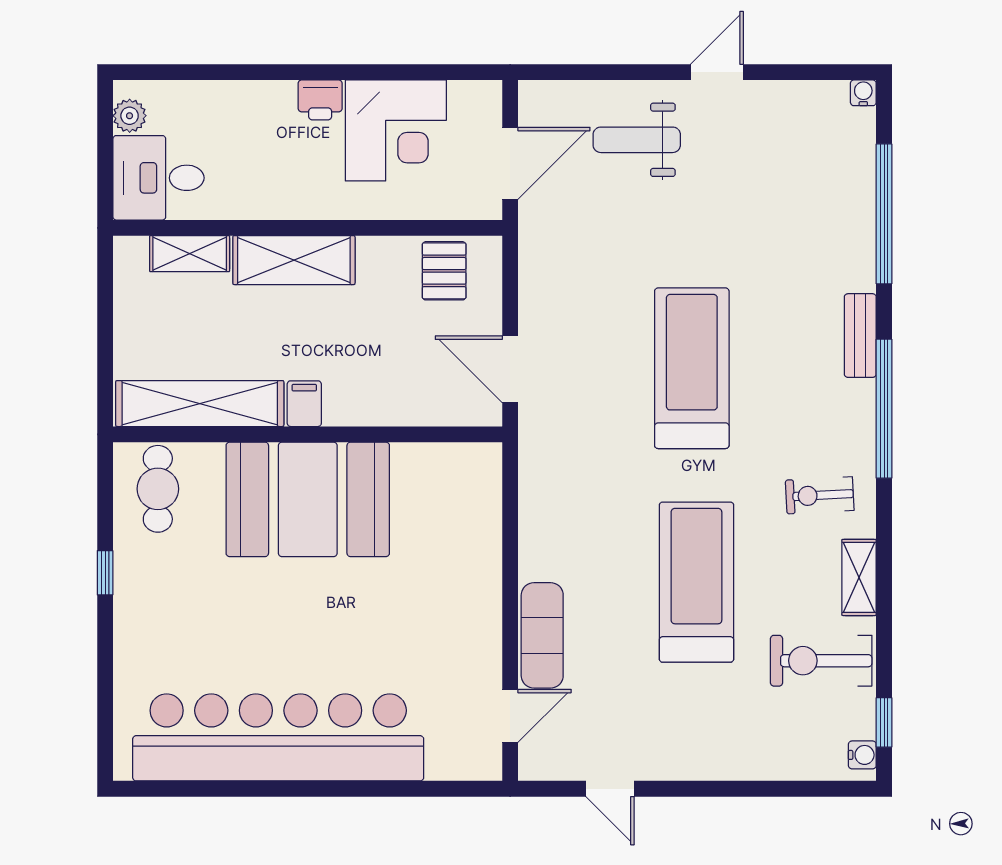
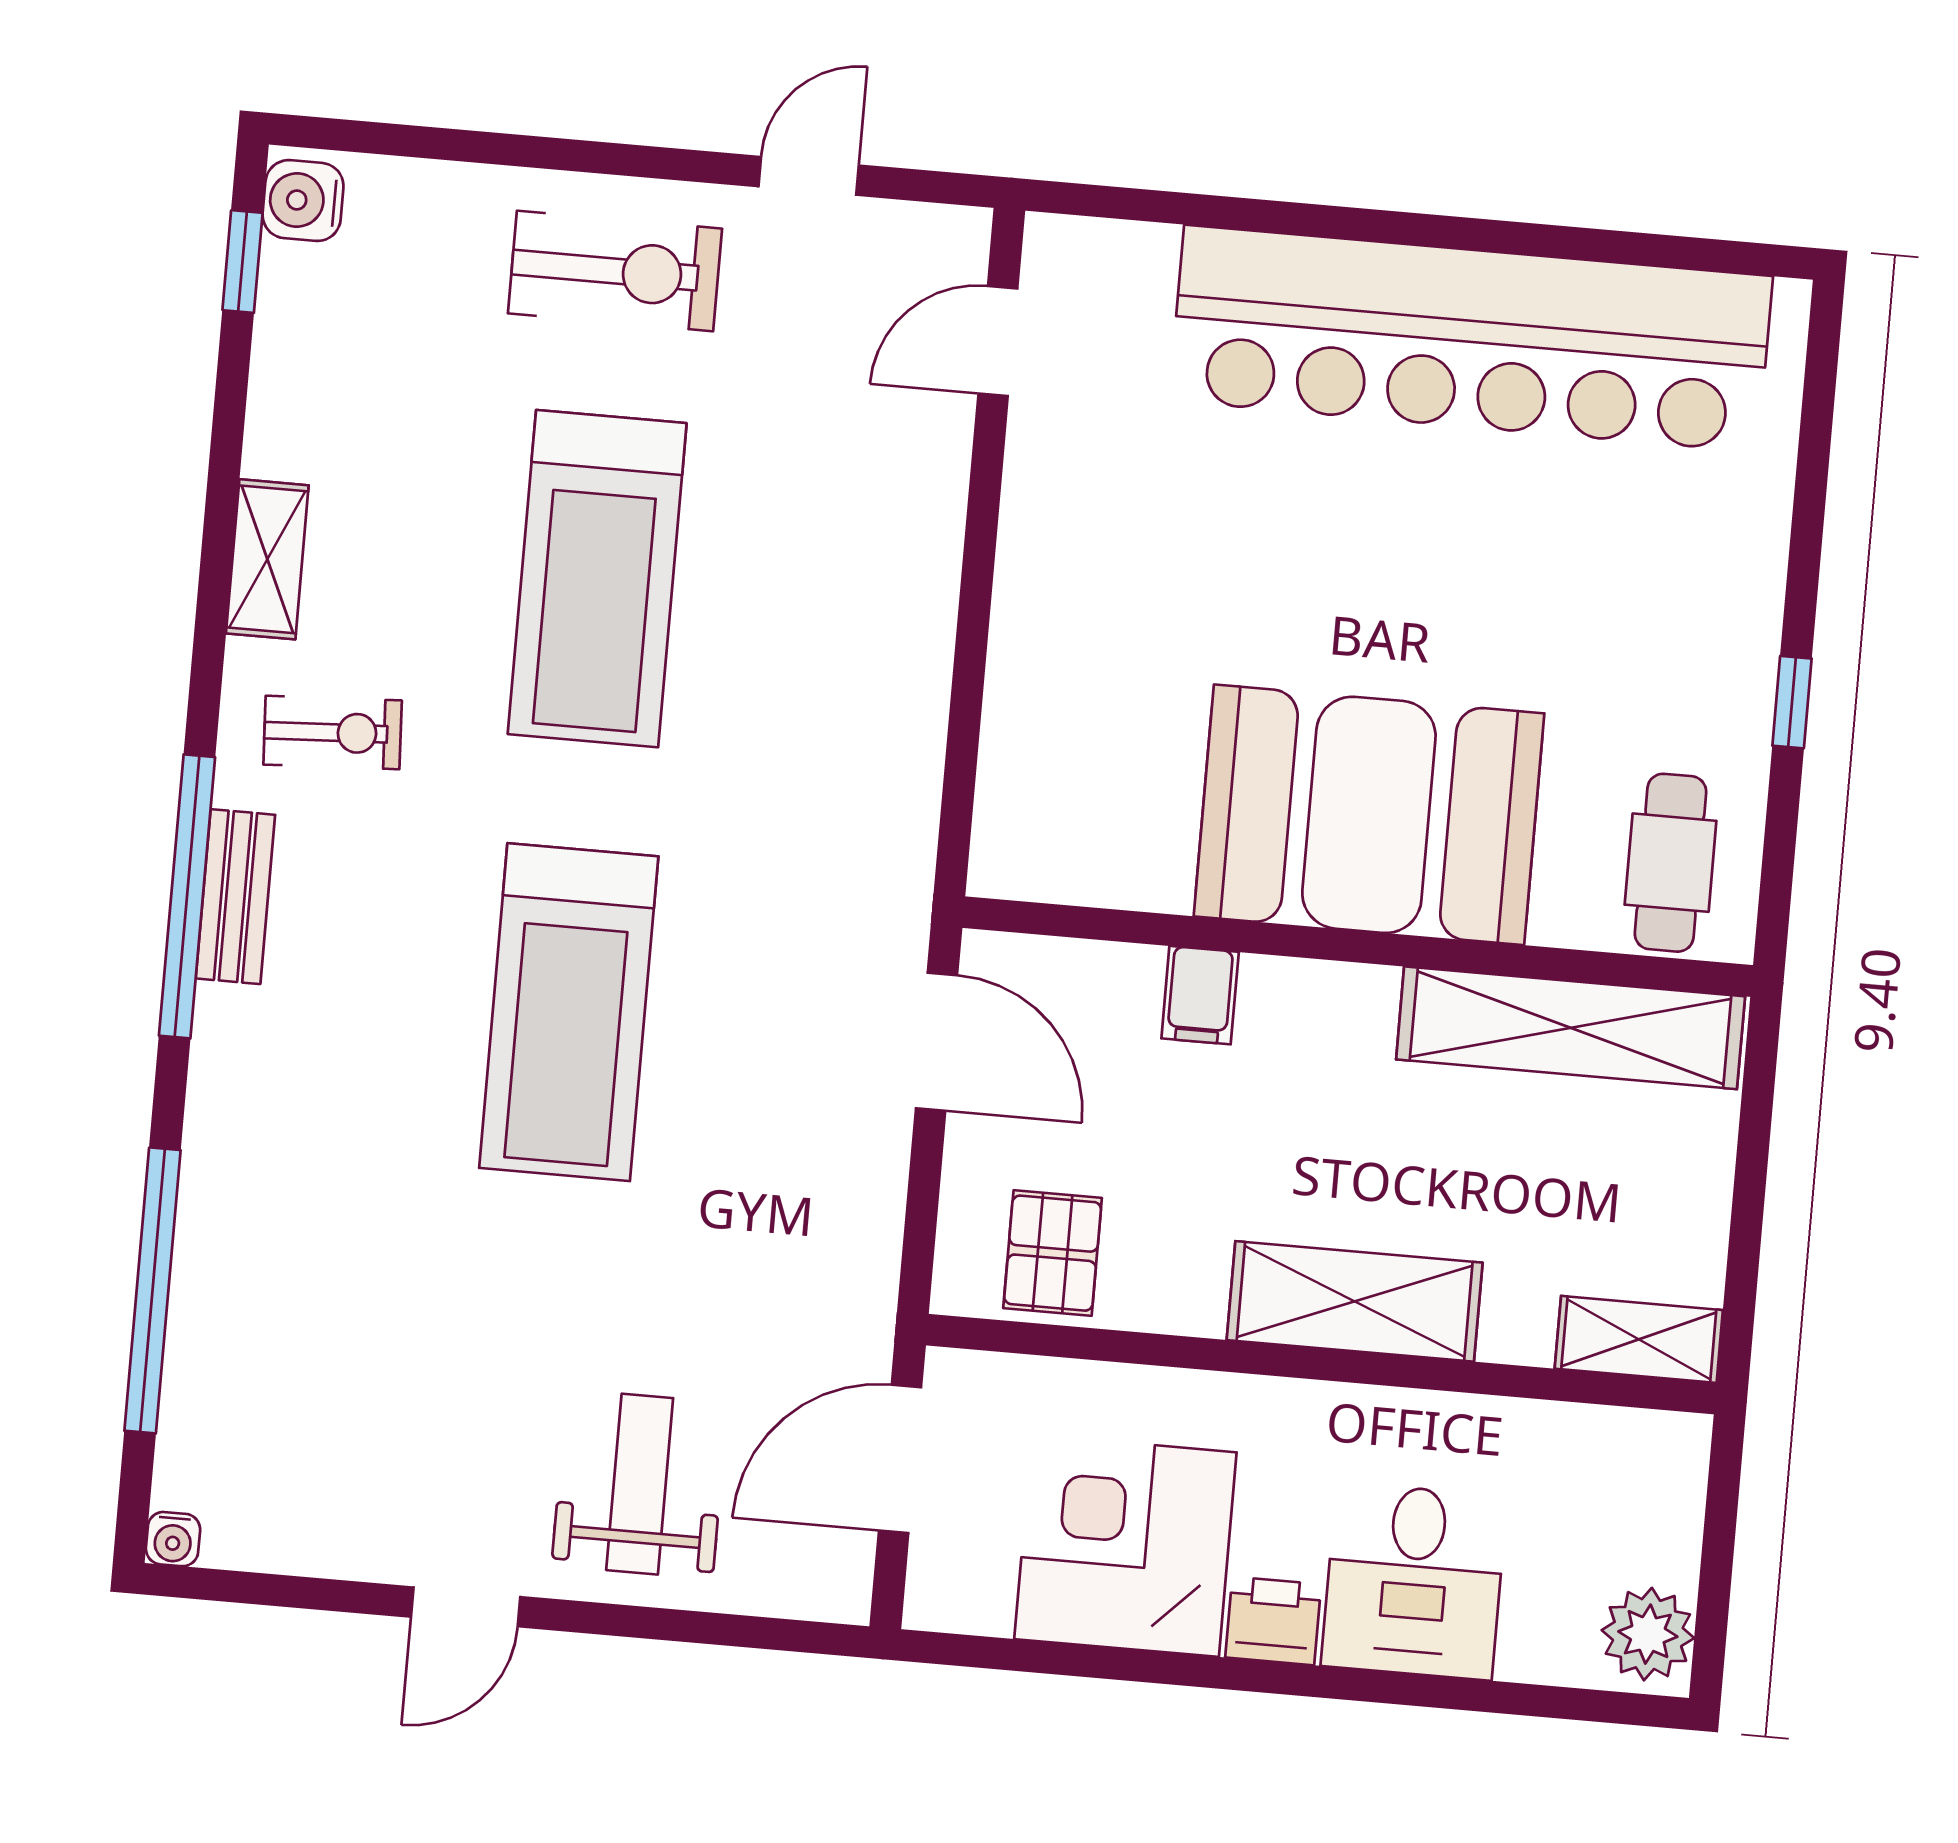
plant: (130, 116) -> (1648, 1634), width x1.38, depth x1.38
weight bench: (637, 140) -> (640, 1484), turned -90
desk: (158, 178) -> (1414, 1581), moved, turned 90
shelving: (190, 254) -> (1639, 1339), moved
bench: (860, 336) -> (235, 897), moved
filing cabinet: (304, 404) -> (1200, 995), moved
exercise mat: (542, 635) -> (919, 498), removed
exercise bike: (821, 661) -> (615, 271), moved
water cooler: (862, 755) -> (303, 201), width x1.38, depth x1.38
door: (610, 789) -> (809, 176), hinge flipped

